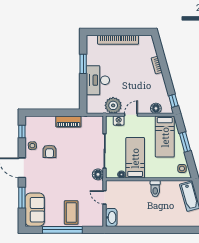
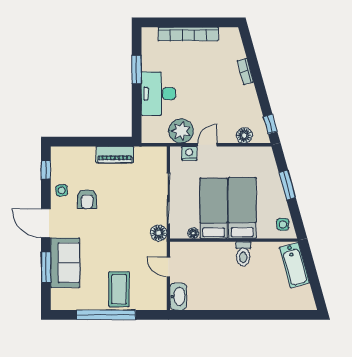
bed: (165, 137) -> (242, 208), moved, turned 180
sofa: (35, 210) -> (65, 263), moved

